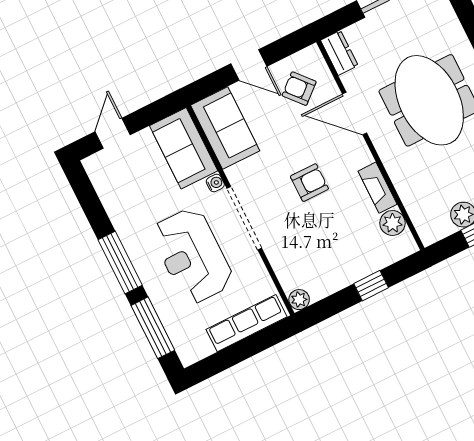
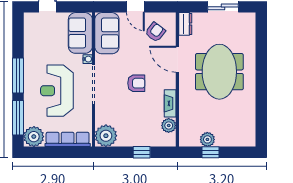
armchair: (299, 89) -> (155, 32), turned 79
plant: (299, 300) -> (106, 136), width x1.88, depth x1.88
plant: (192, 345) -> (34, 137), added

